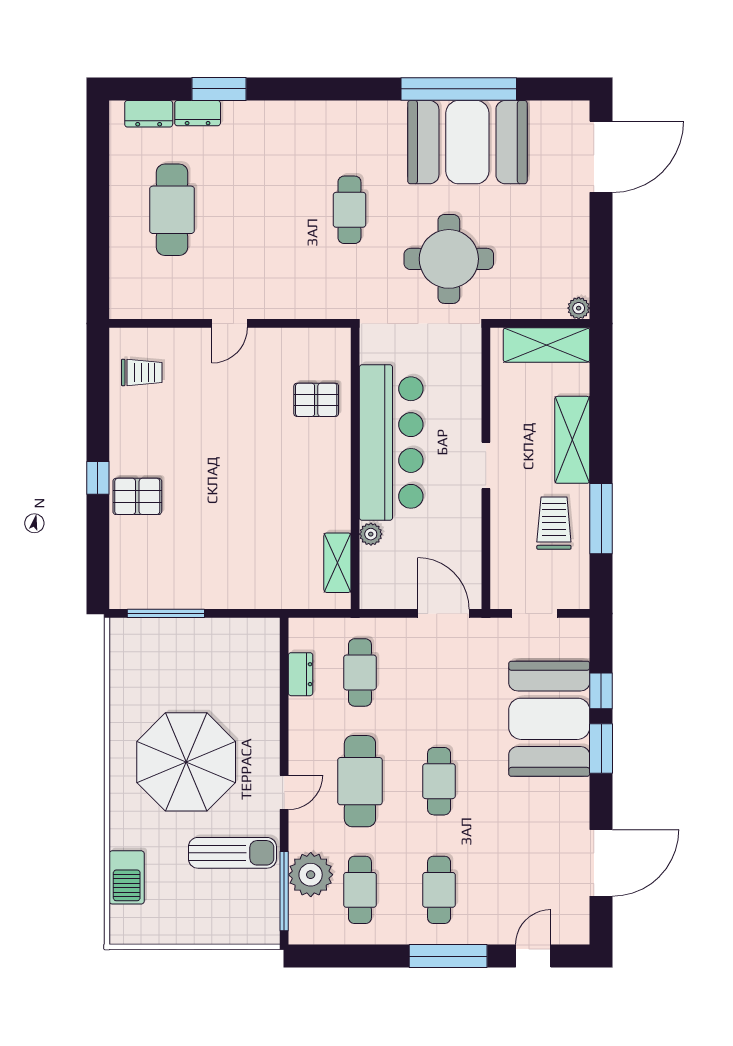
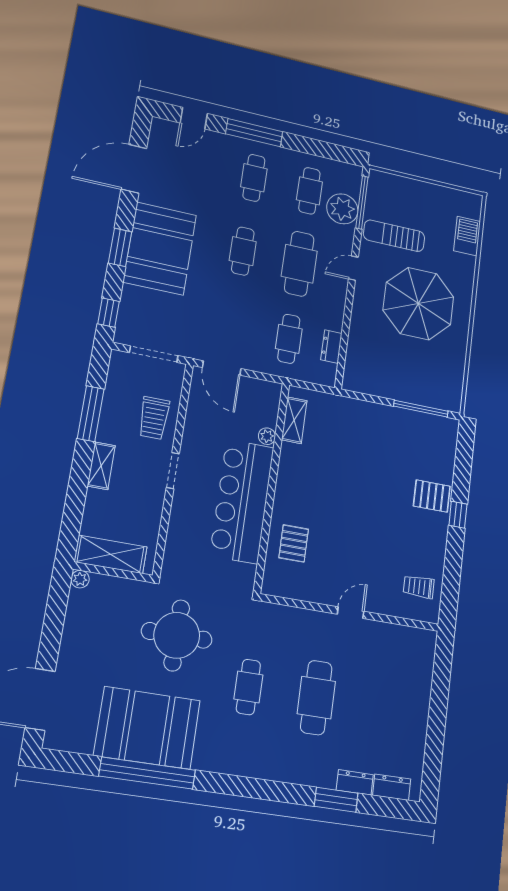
cafe table: (172, 210) -> (316, 698), moved
pallet: (316, 400) -> (294, 543), turned 90
shelving: (572, 440) -> (101, 466), width x0.67, depth x0.75
trolley: (554, 523) -> (154, 418), moved
doorway: (534, 613) -> (154, 354), width x1.38
window: (601, 691) -> (108, 313), moved
booth: (549, 719) -> (160, 249), moved

